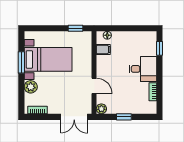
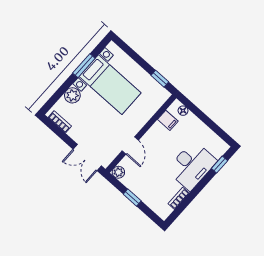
desk: (143, 69) -> (192, 165), width x1.37

